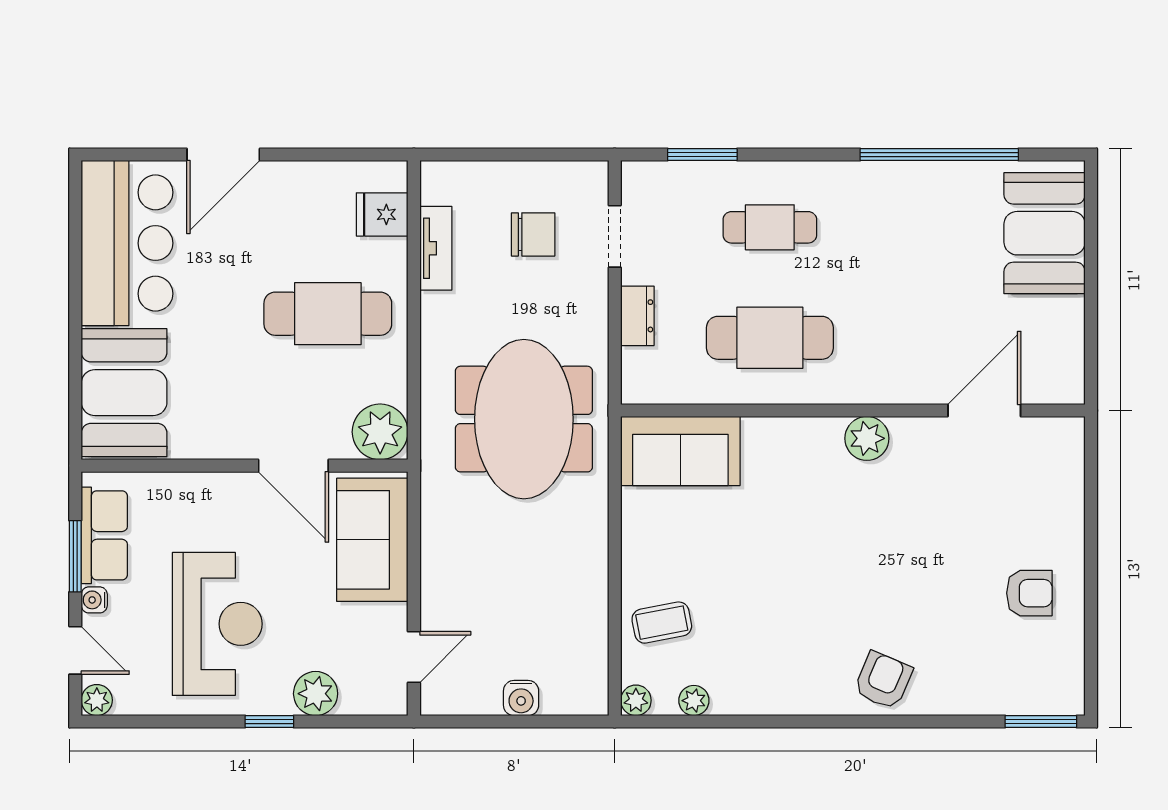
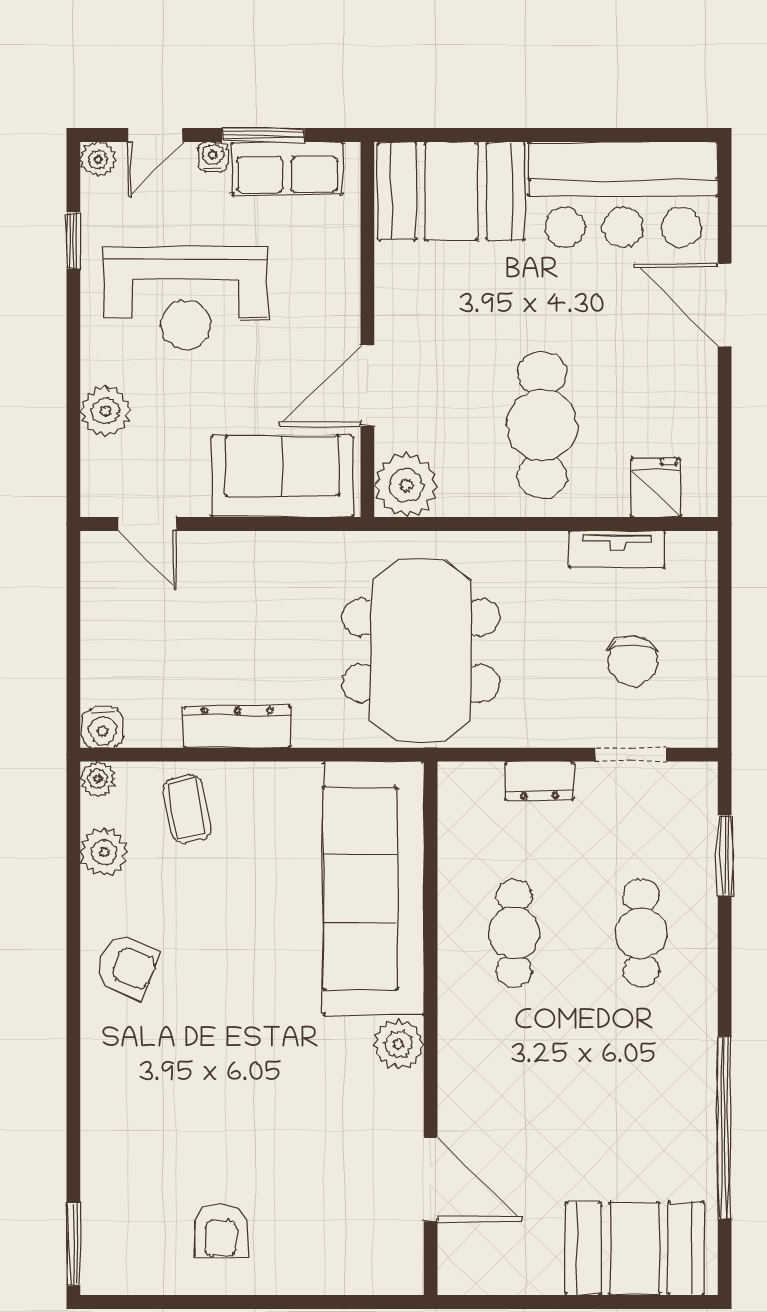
cafe table: (770, 338) -> (514, 933), width x0.73, depth x0.74
meeting table: (524, 419) -> (421, 650), turned 90
sofa: (680, 451) -> (373, 888), width x1.85, depth x1.27
dresser: (591, 579) -> (237, 727), added
armchair: (883, 680) -> (127, 965), moved
water cooler: (521, 698) -> (103, 728), moved, turned -90
plant: (694, 701) -> (104, 852), width x1.38, depth x1.38
window: (269, 722) -> (73, 240), moved

